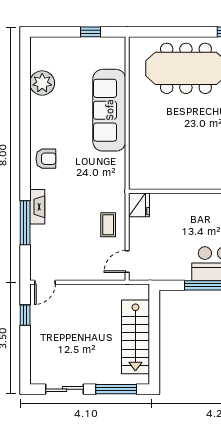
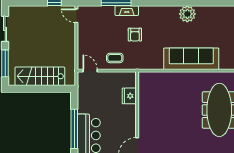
plant: (42, 83) -> (187, 14), moved
armchair: (46, 159) -> (135, 35), moved
fridge: (139, 205) -> (129, 96), moved, turned 90

